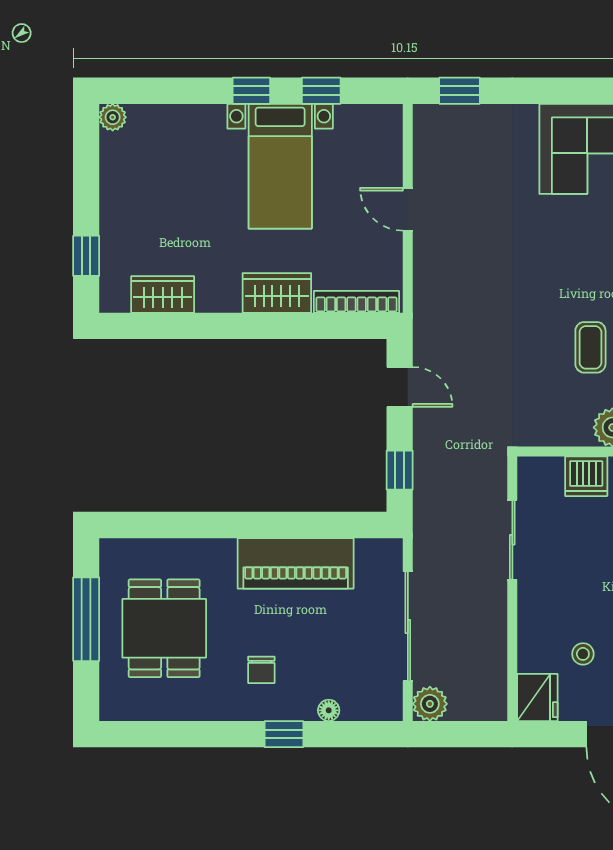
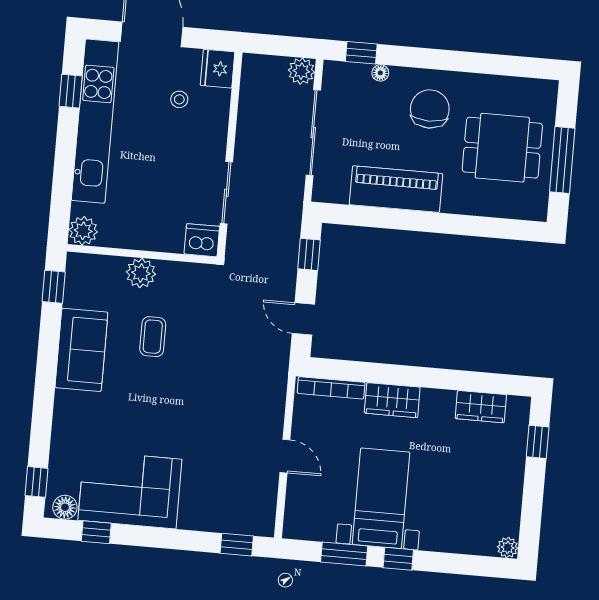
window: (321, 91) -> (344, 554), width x1.50
dishwasher: (586, 476) -> (202, 240), moved
dining table: (164, 628) -> (502, 148), turned 90
chair: (261, 670) -> (430, 109), width x1.87, depth x1.87
window: (284, 734) -> (361, 53), moved

